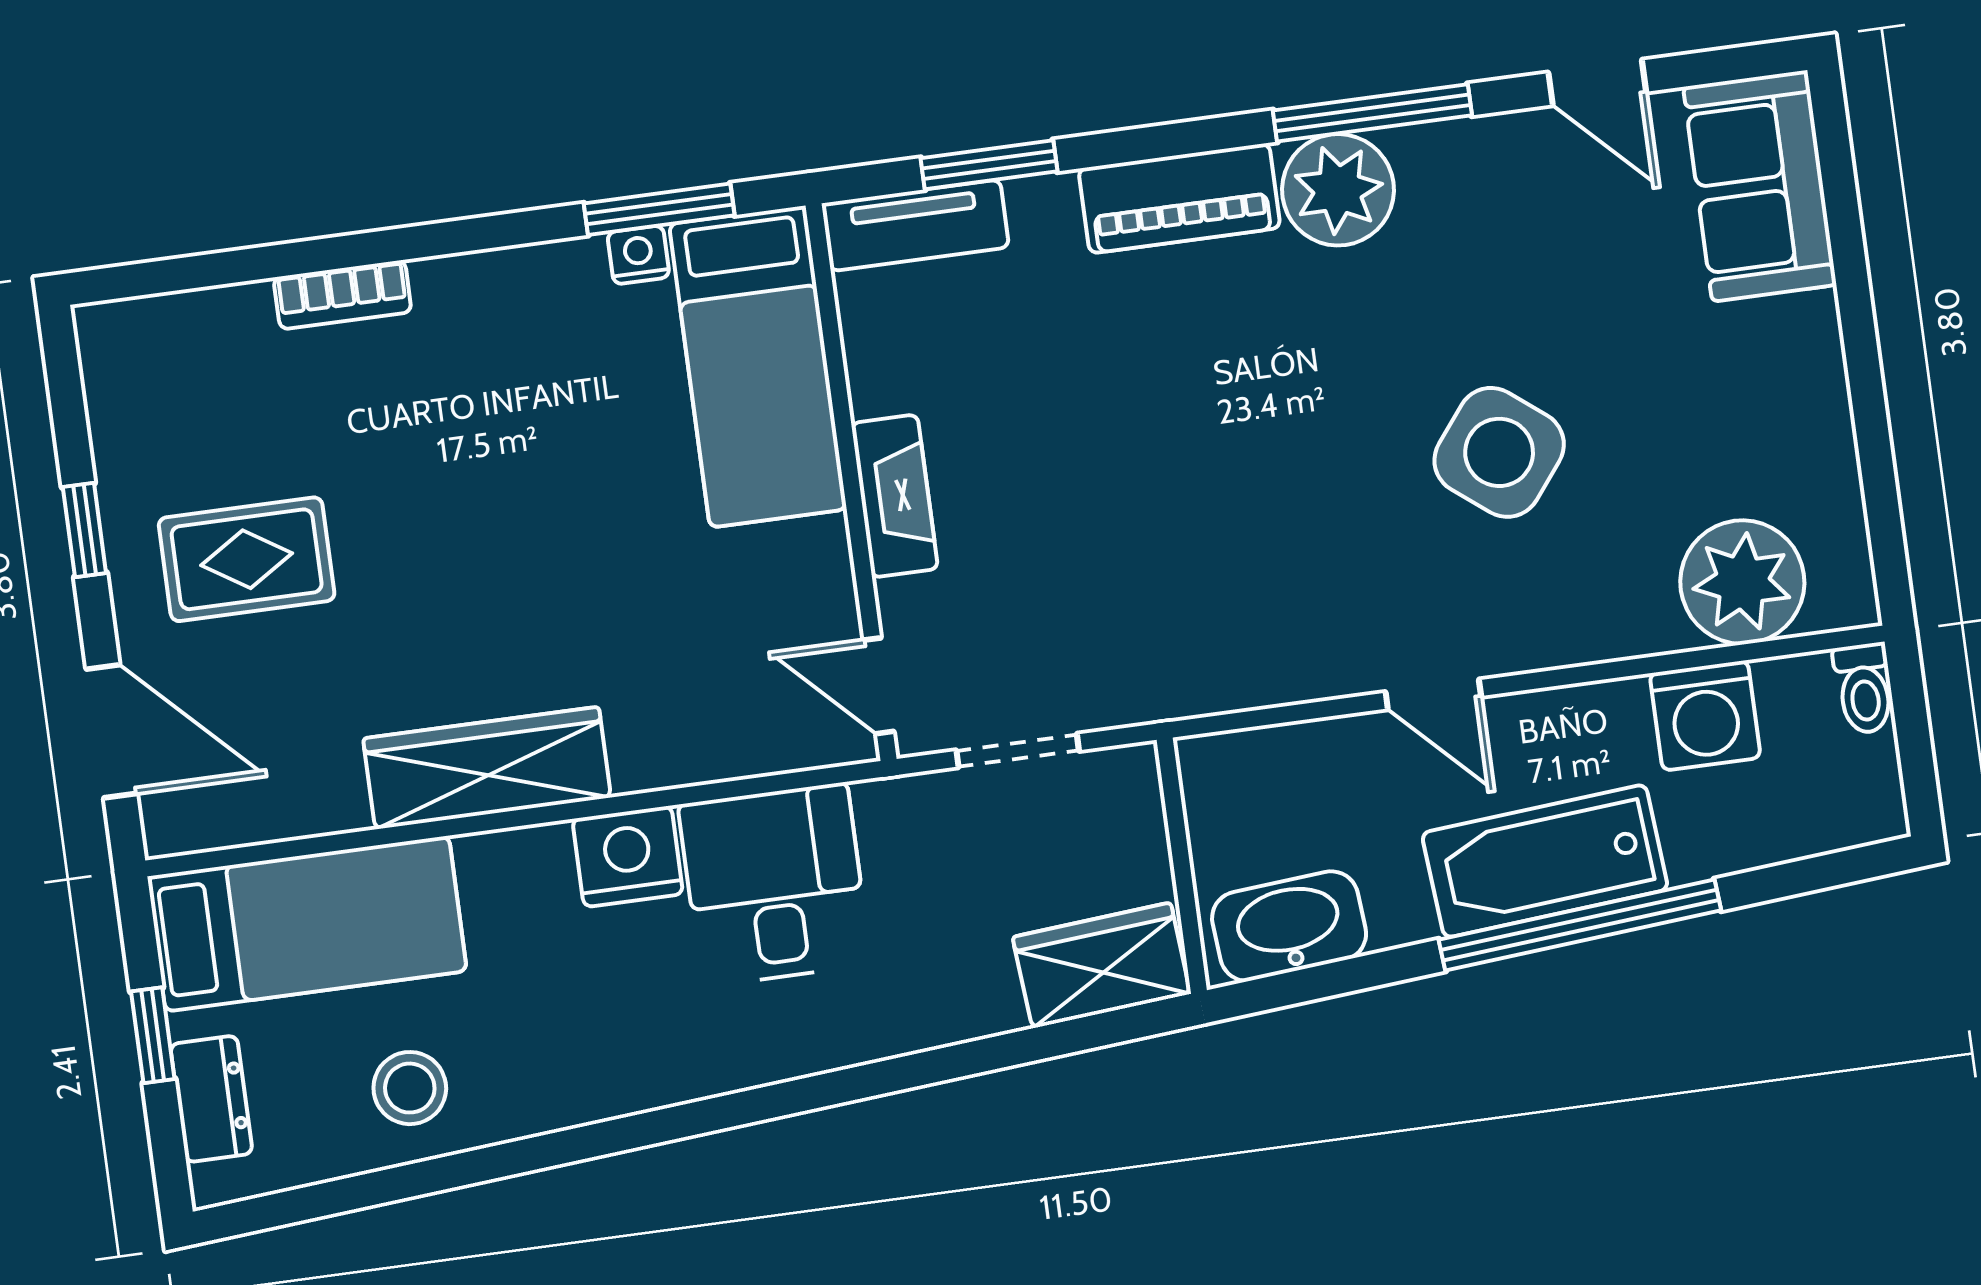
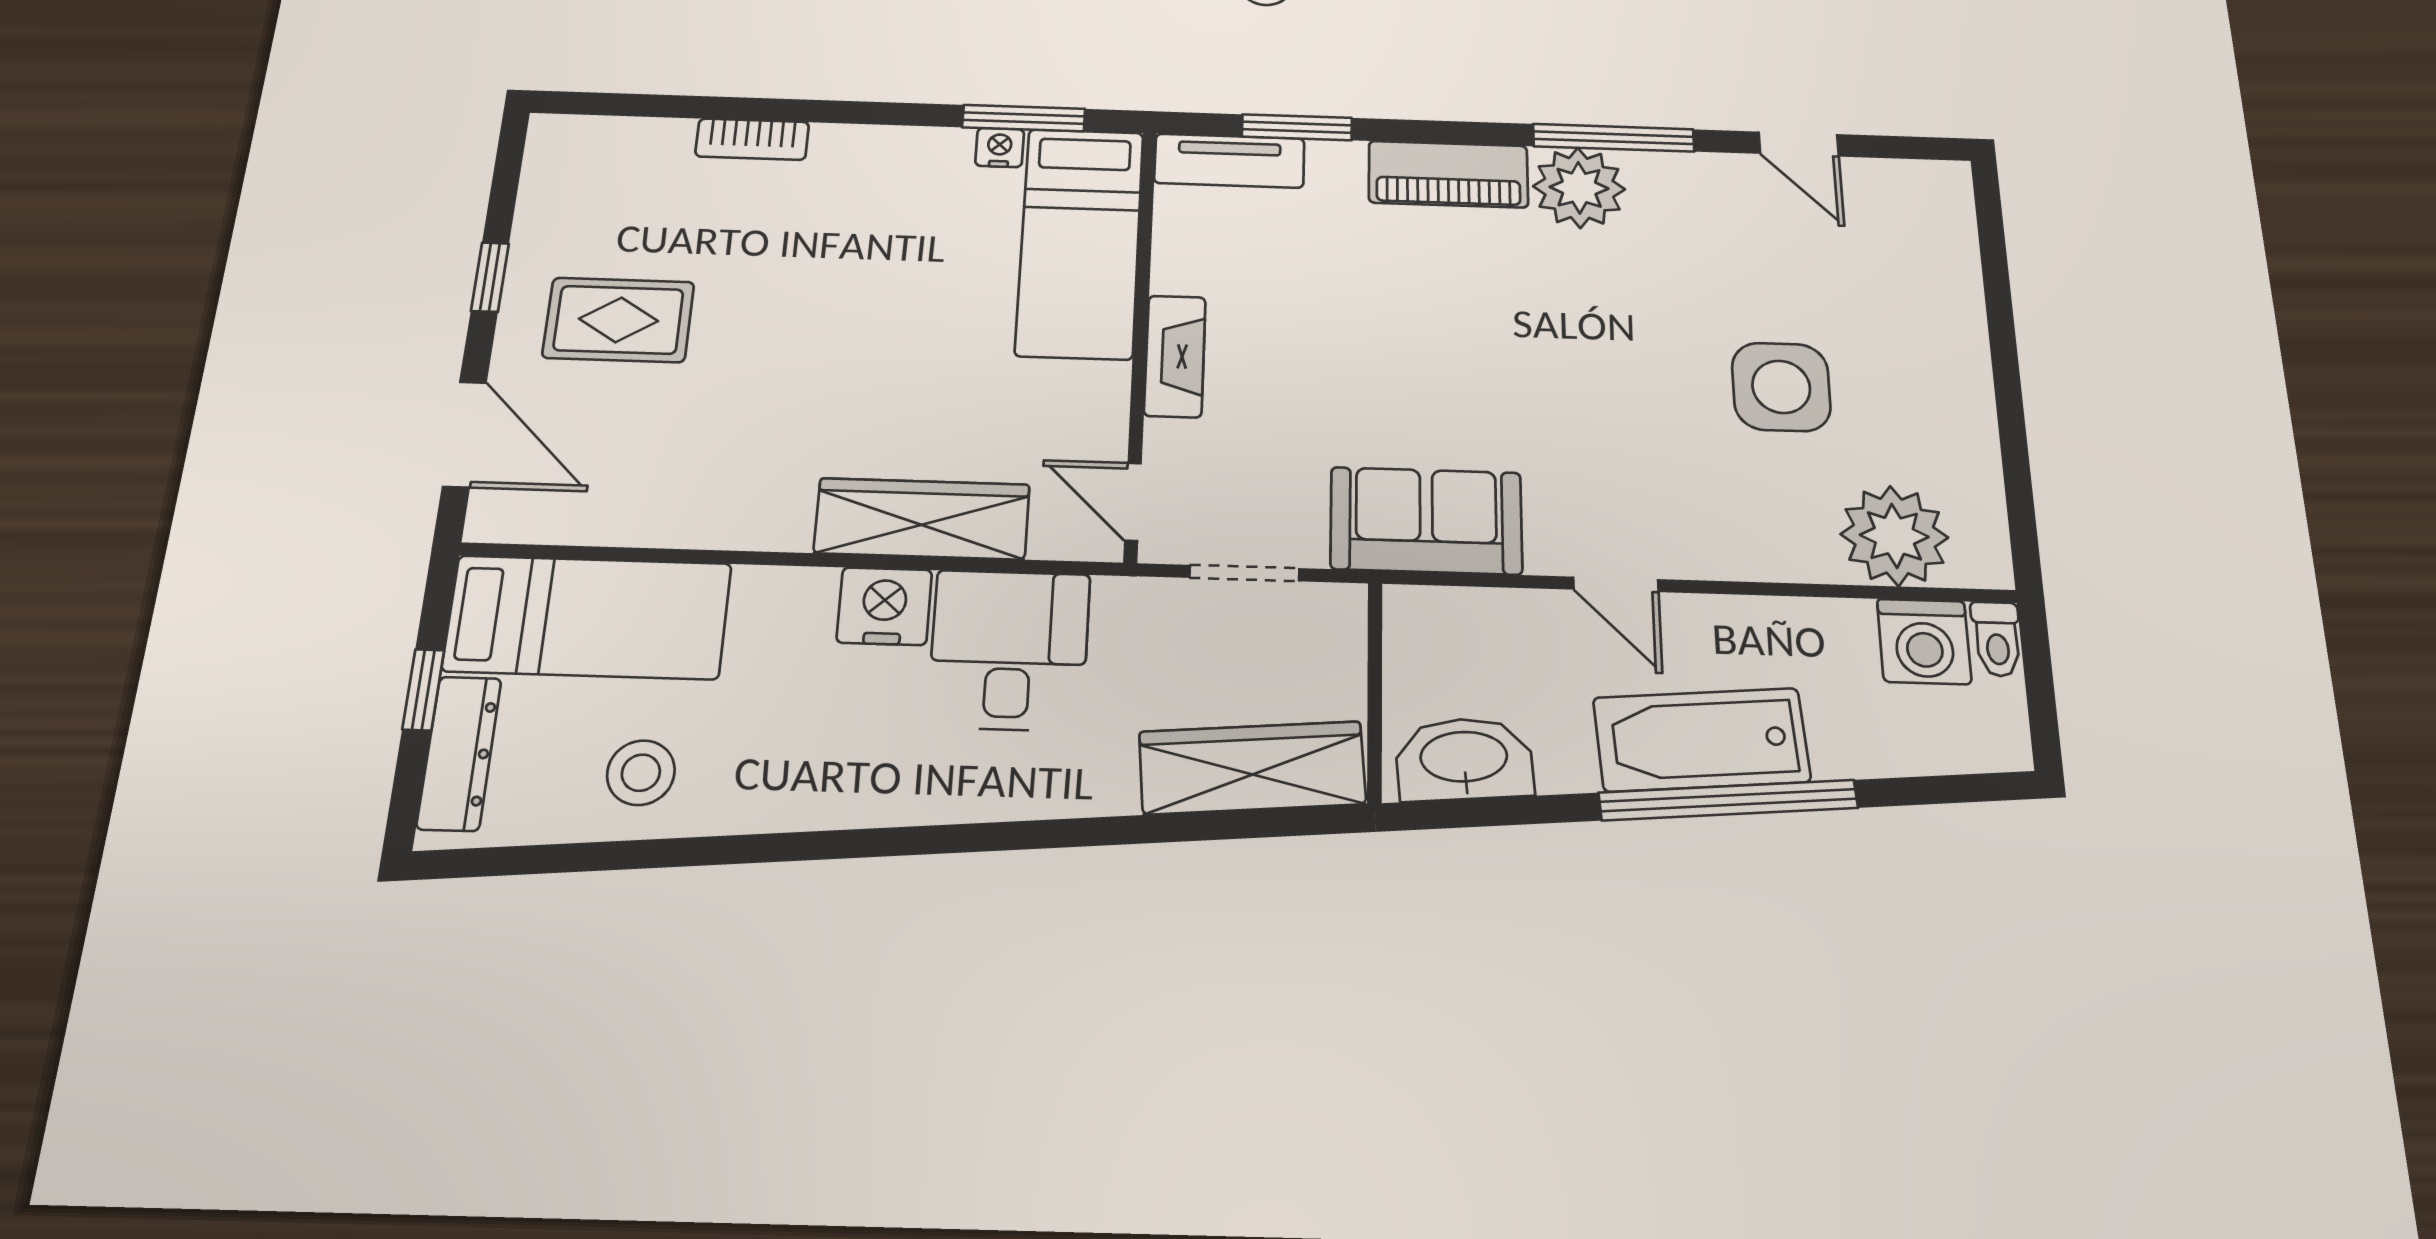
sofa: (1760, 186) -> (1426, 521), moved, turned 90
side table: (1499, 452) -> (1781, 387), moved, turned -38
washing machine: (1705, 715) -> (1924, 642), moved
wardrobe: (487, 768) -> (922, 519), moved
wardrobe: (1101, 965) -> (1252, 768), width x1.50
dresser: (211, 1099) -> (459, 753), width x1.44

